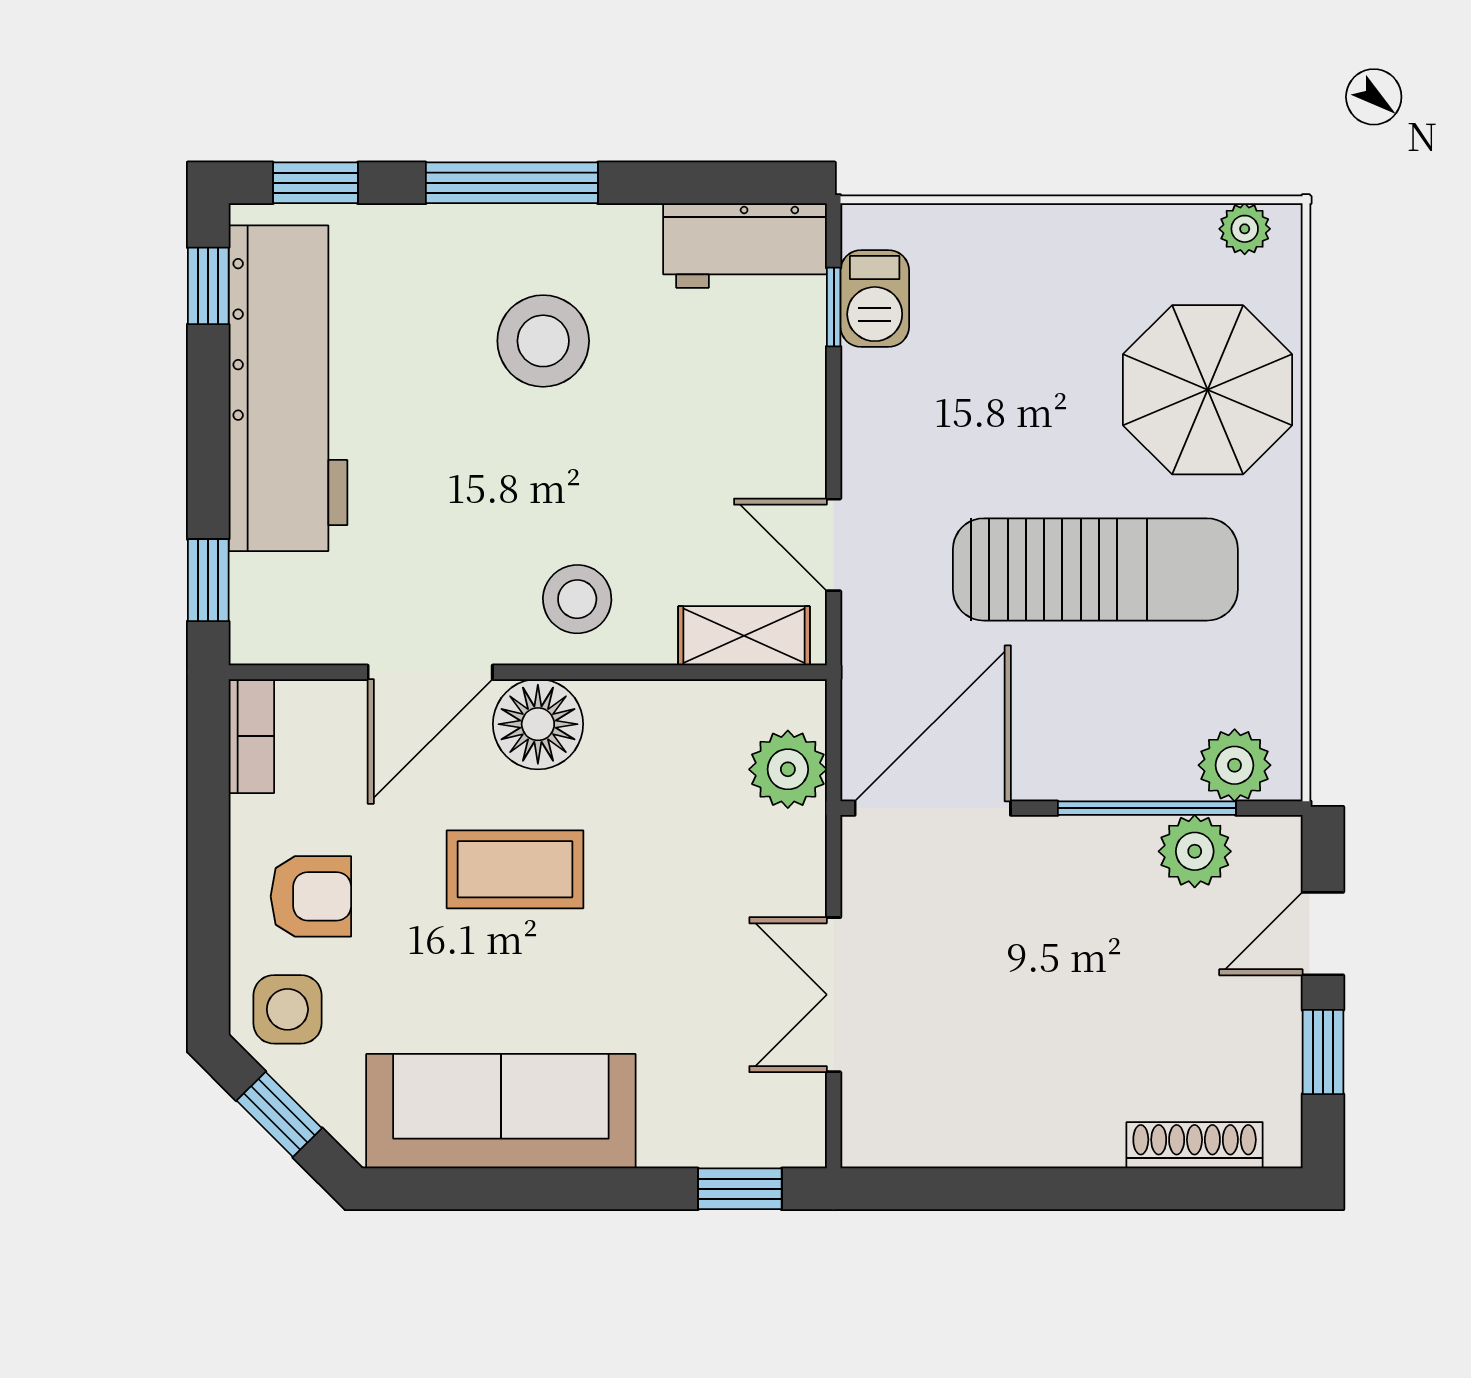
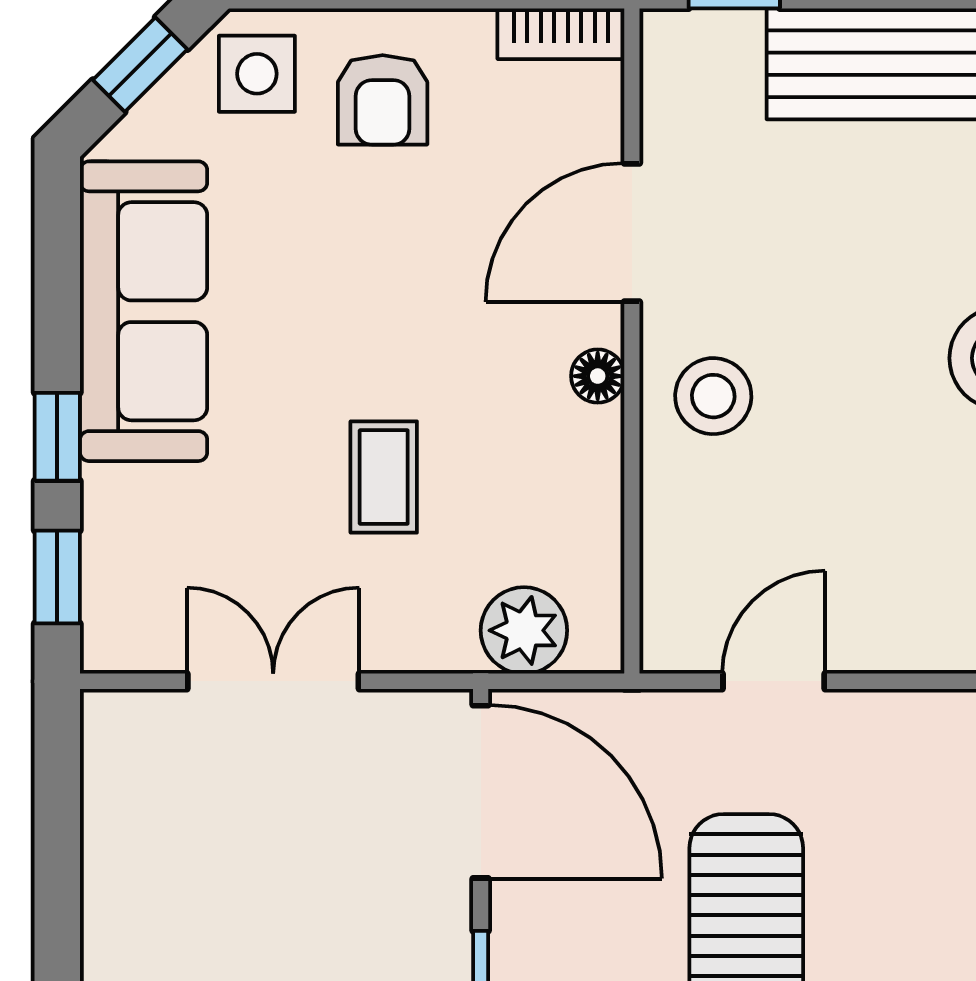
shelving: (744, 636) -> (672, 582), removed
door: (430, 672) -> (632, 232), hinge flipped
floor lamp: (538, 724) -> (598, 376), width x0.53, depth x0.53
coffee table: (515, 869) -> (384, 477), moved, width x0.73, depth x0.77
window: (614, 1189) -> (57, 437), added

